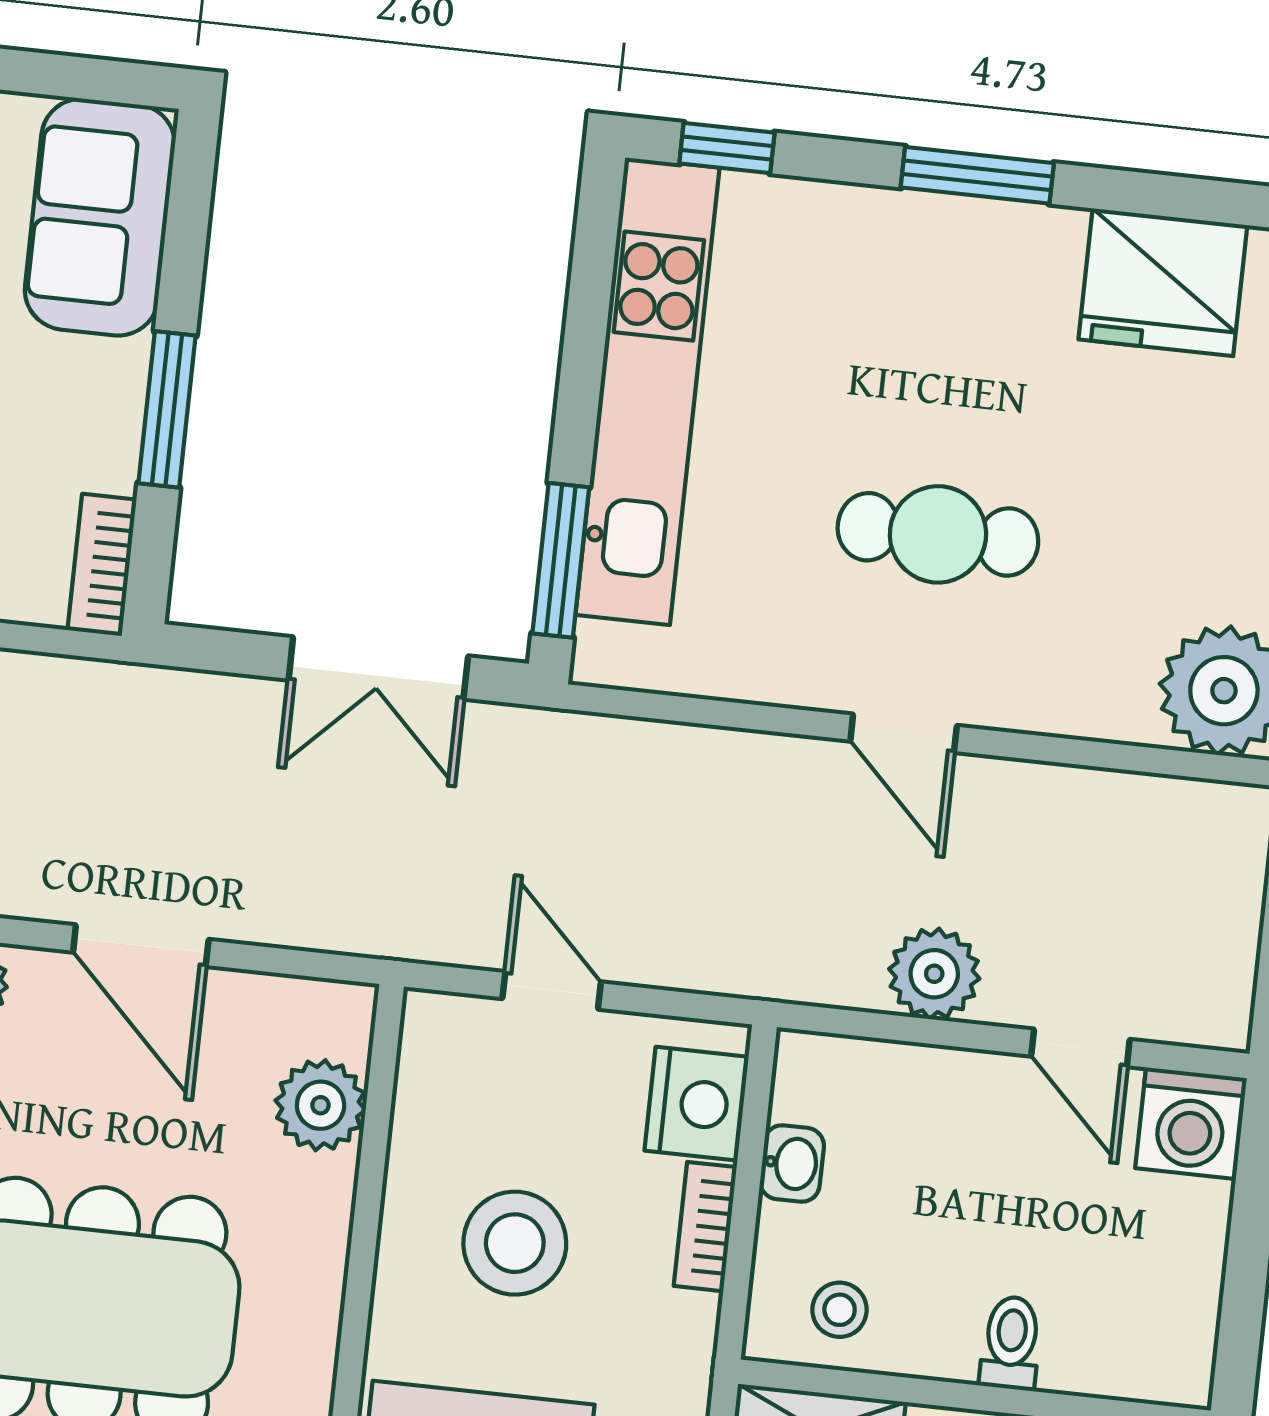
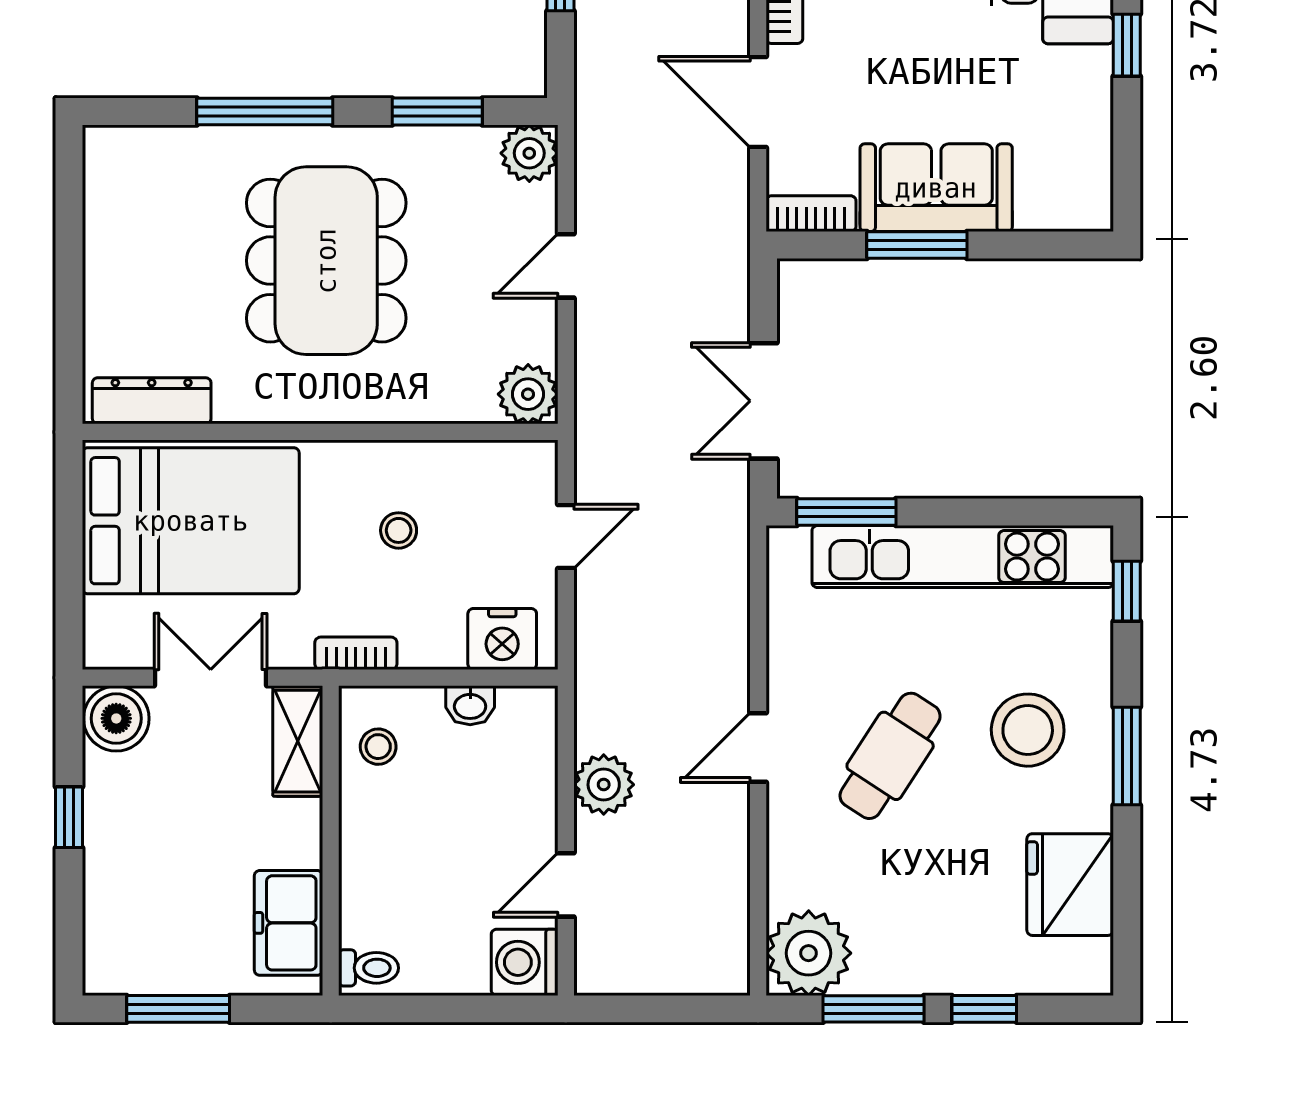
sofa: (100, 217) -> (936, 188), moved
stool: (921, 321) -> (1028, 730), added
cafe table: (938, 534) -> (890, 756), turned 33
door: (141, 946) -> (566, 266), width x0.73
plant: (321, 1105) -> (528, 394), moved
bookcase: (705, 1227) -> (356, 653), moved
stool: (515, 1243) -> (399, 530), width x0.53, depth x0.53
toilet: (1011, 1343) -> (369, 968), moved

